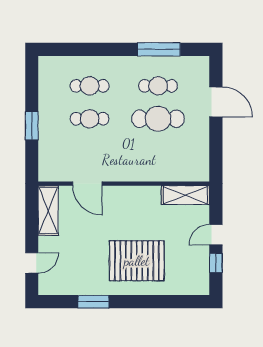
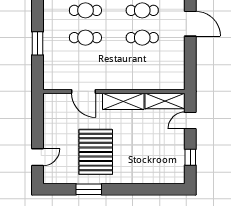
cafe table: (158, 119) -> (142, 38), width x0.73, depth x0.74
shelving: (48, 210) -> (123, 101), moved, turned 90
door: (216, 235) -> (190, 120), moved
pallet: (137, 261) -> (96, 152), moved, turned 90

